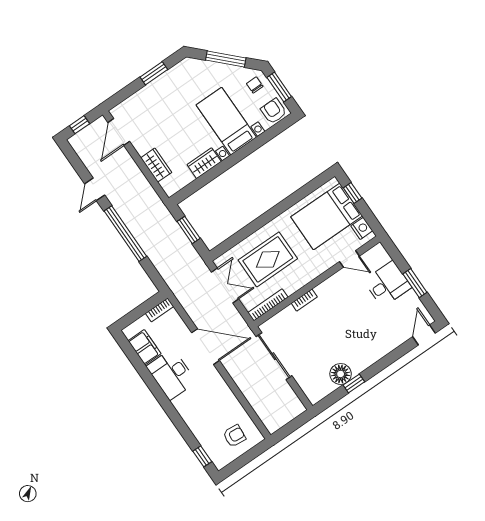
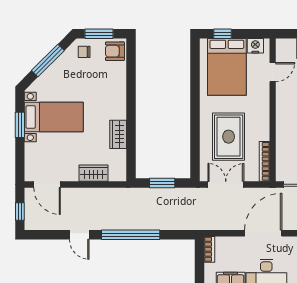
bed with nightstands: (226, 121) -> (54, 117), moved, turned 180
bookcase: (304, 300) -> (280, 130), removed

